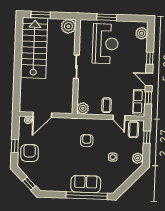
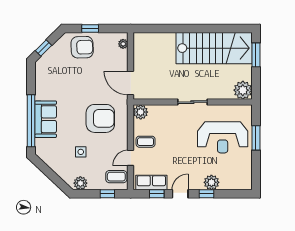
plant: (142, 33) -> (211, 182), moved
door: (42, 115) -> (131, 83), moved
armchair: (87, 140) -> (100, 118), width x1.88, depth x1.88

